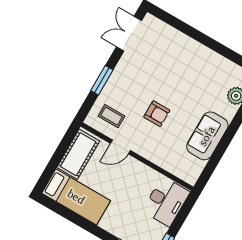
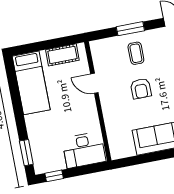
coffee table: (112, 116) -> (136, 53), moved
cot: (78, 154) -> (62, 55), width x0.73, depth x0.75

